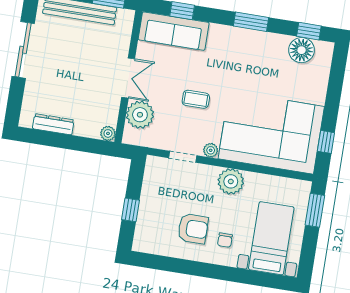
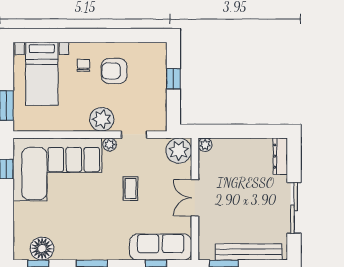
coffee table: (196, 99) -> (131, 189), turned 90
plant: (140, 115) -> (179, 151), moved
dresser: (53, 124) -> (280, 156), moved, turned 90
plant: (231, 181) -> (102, 119), moved

